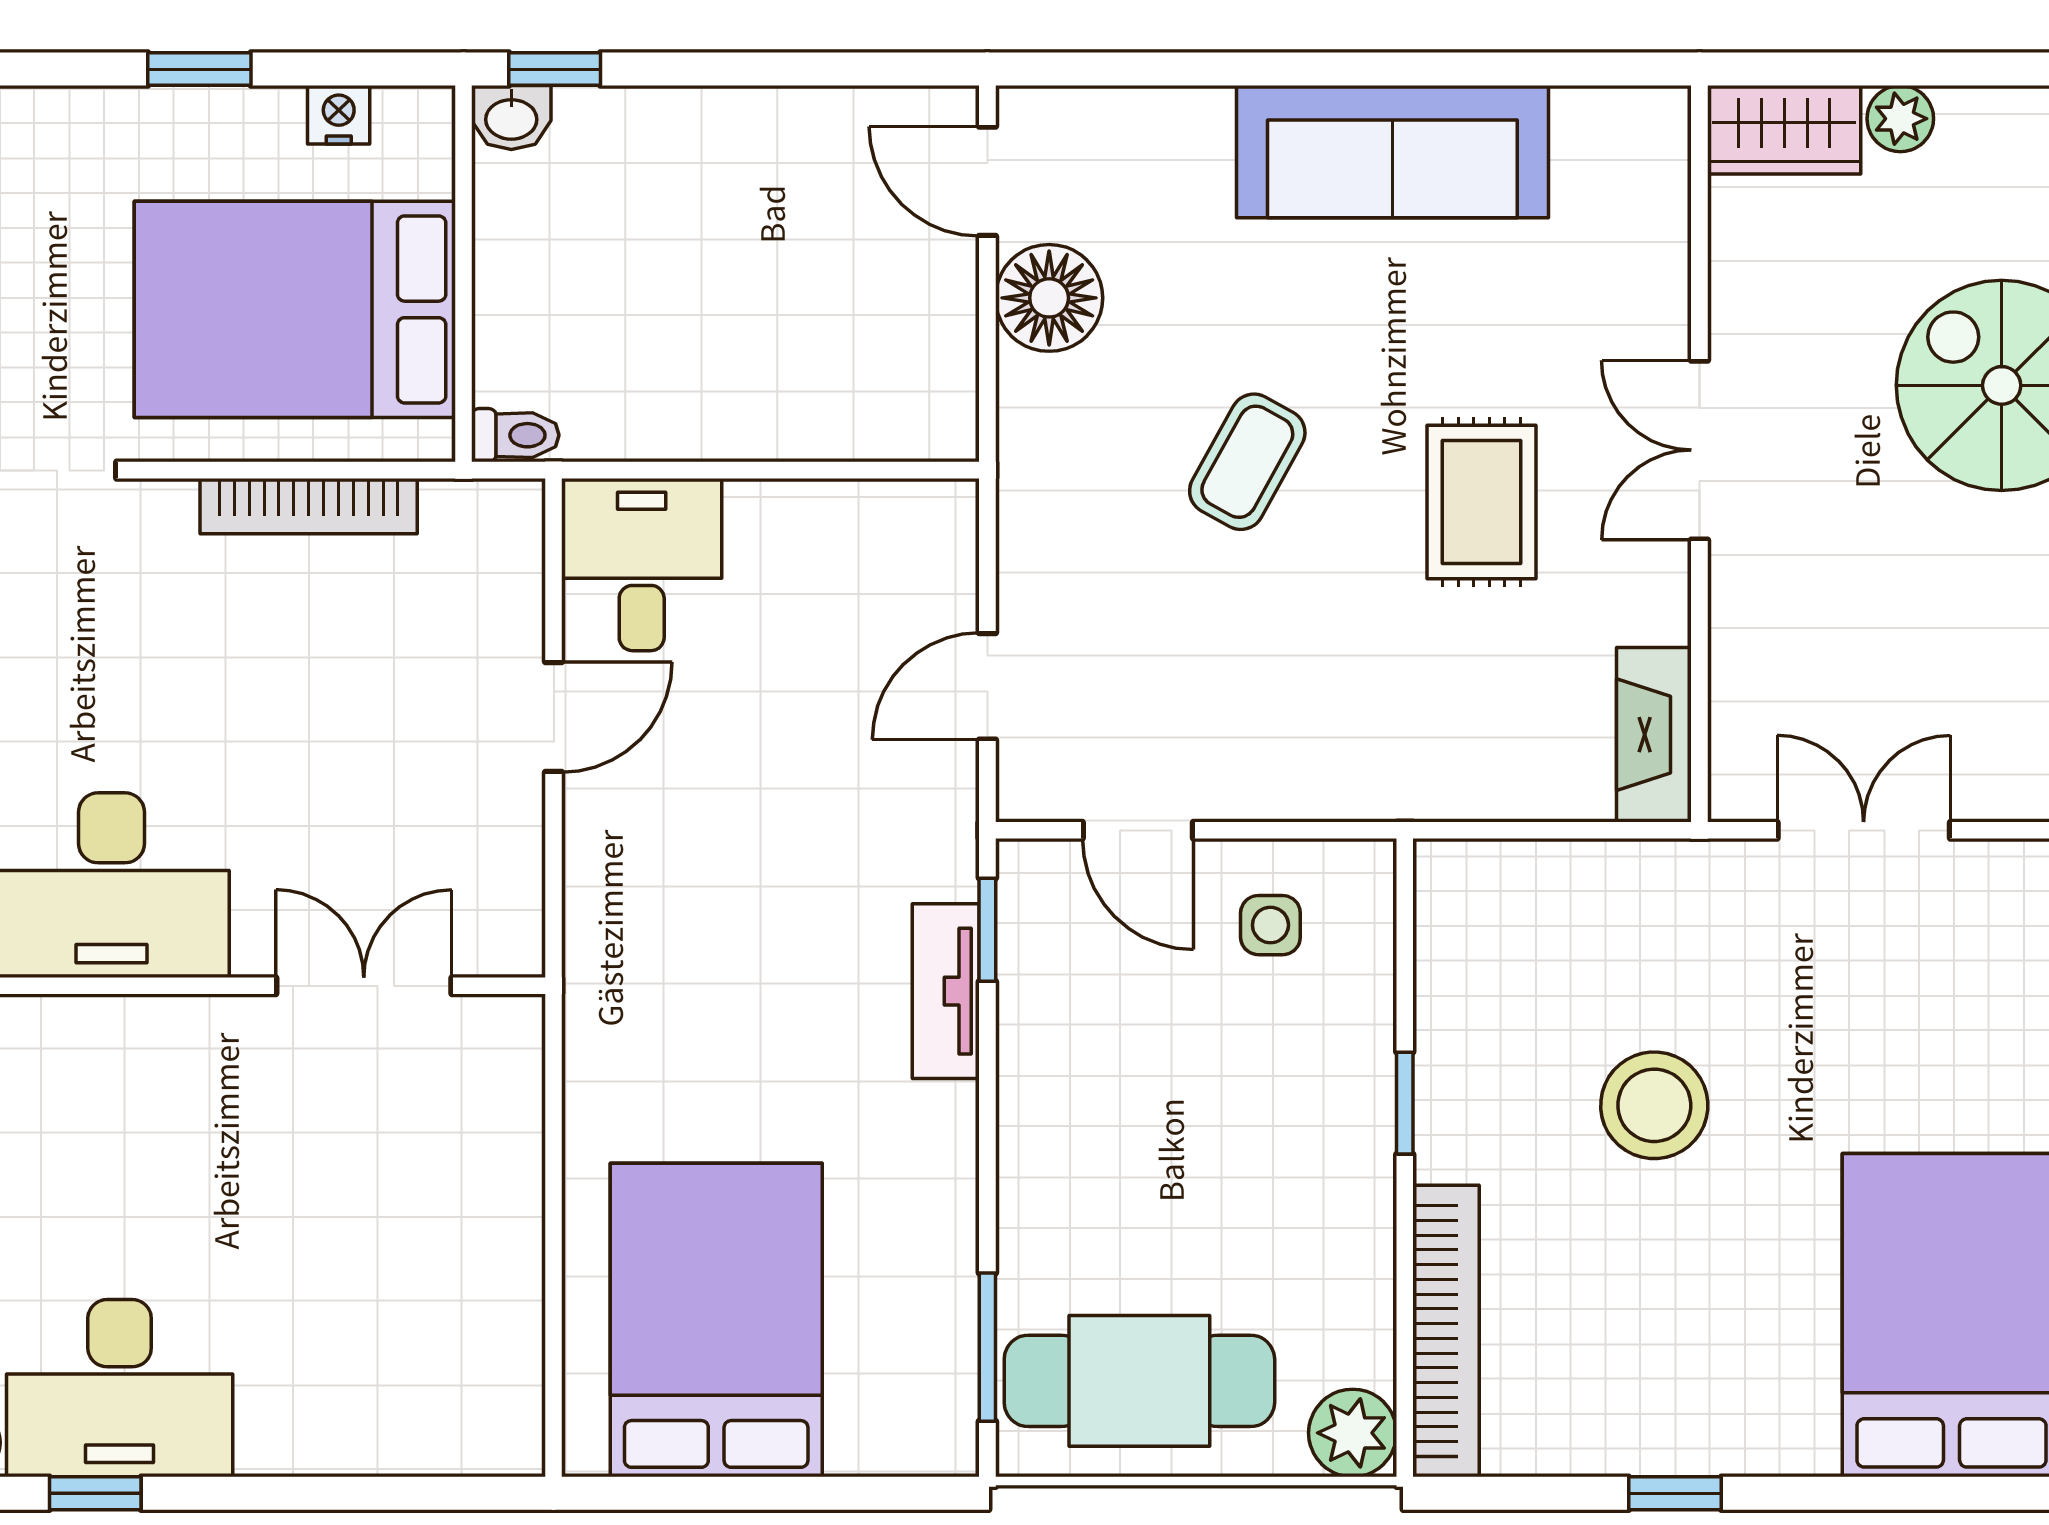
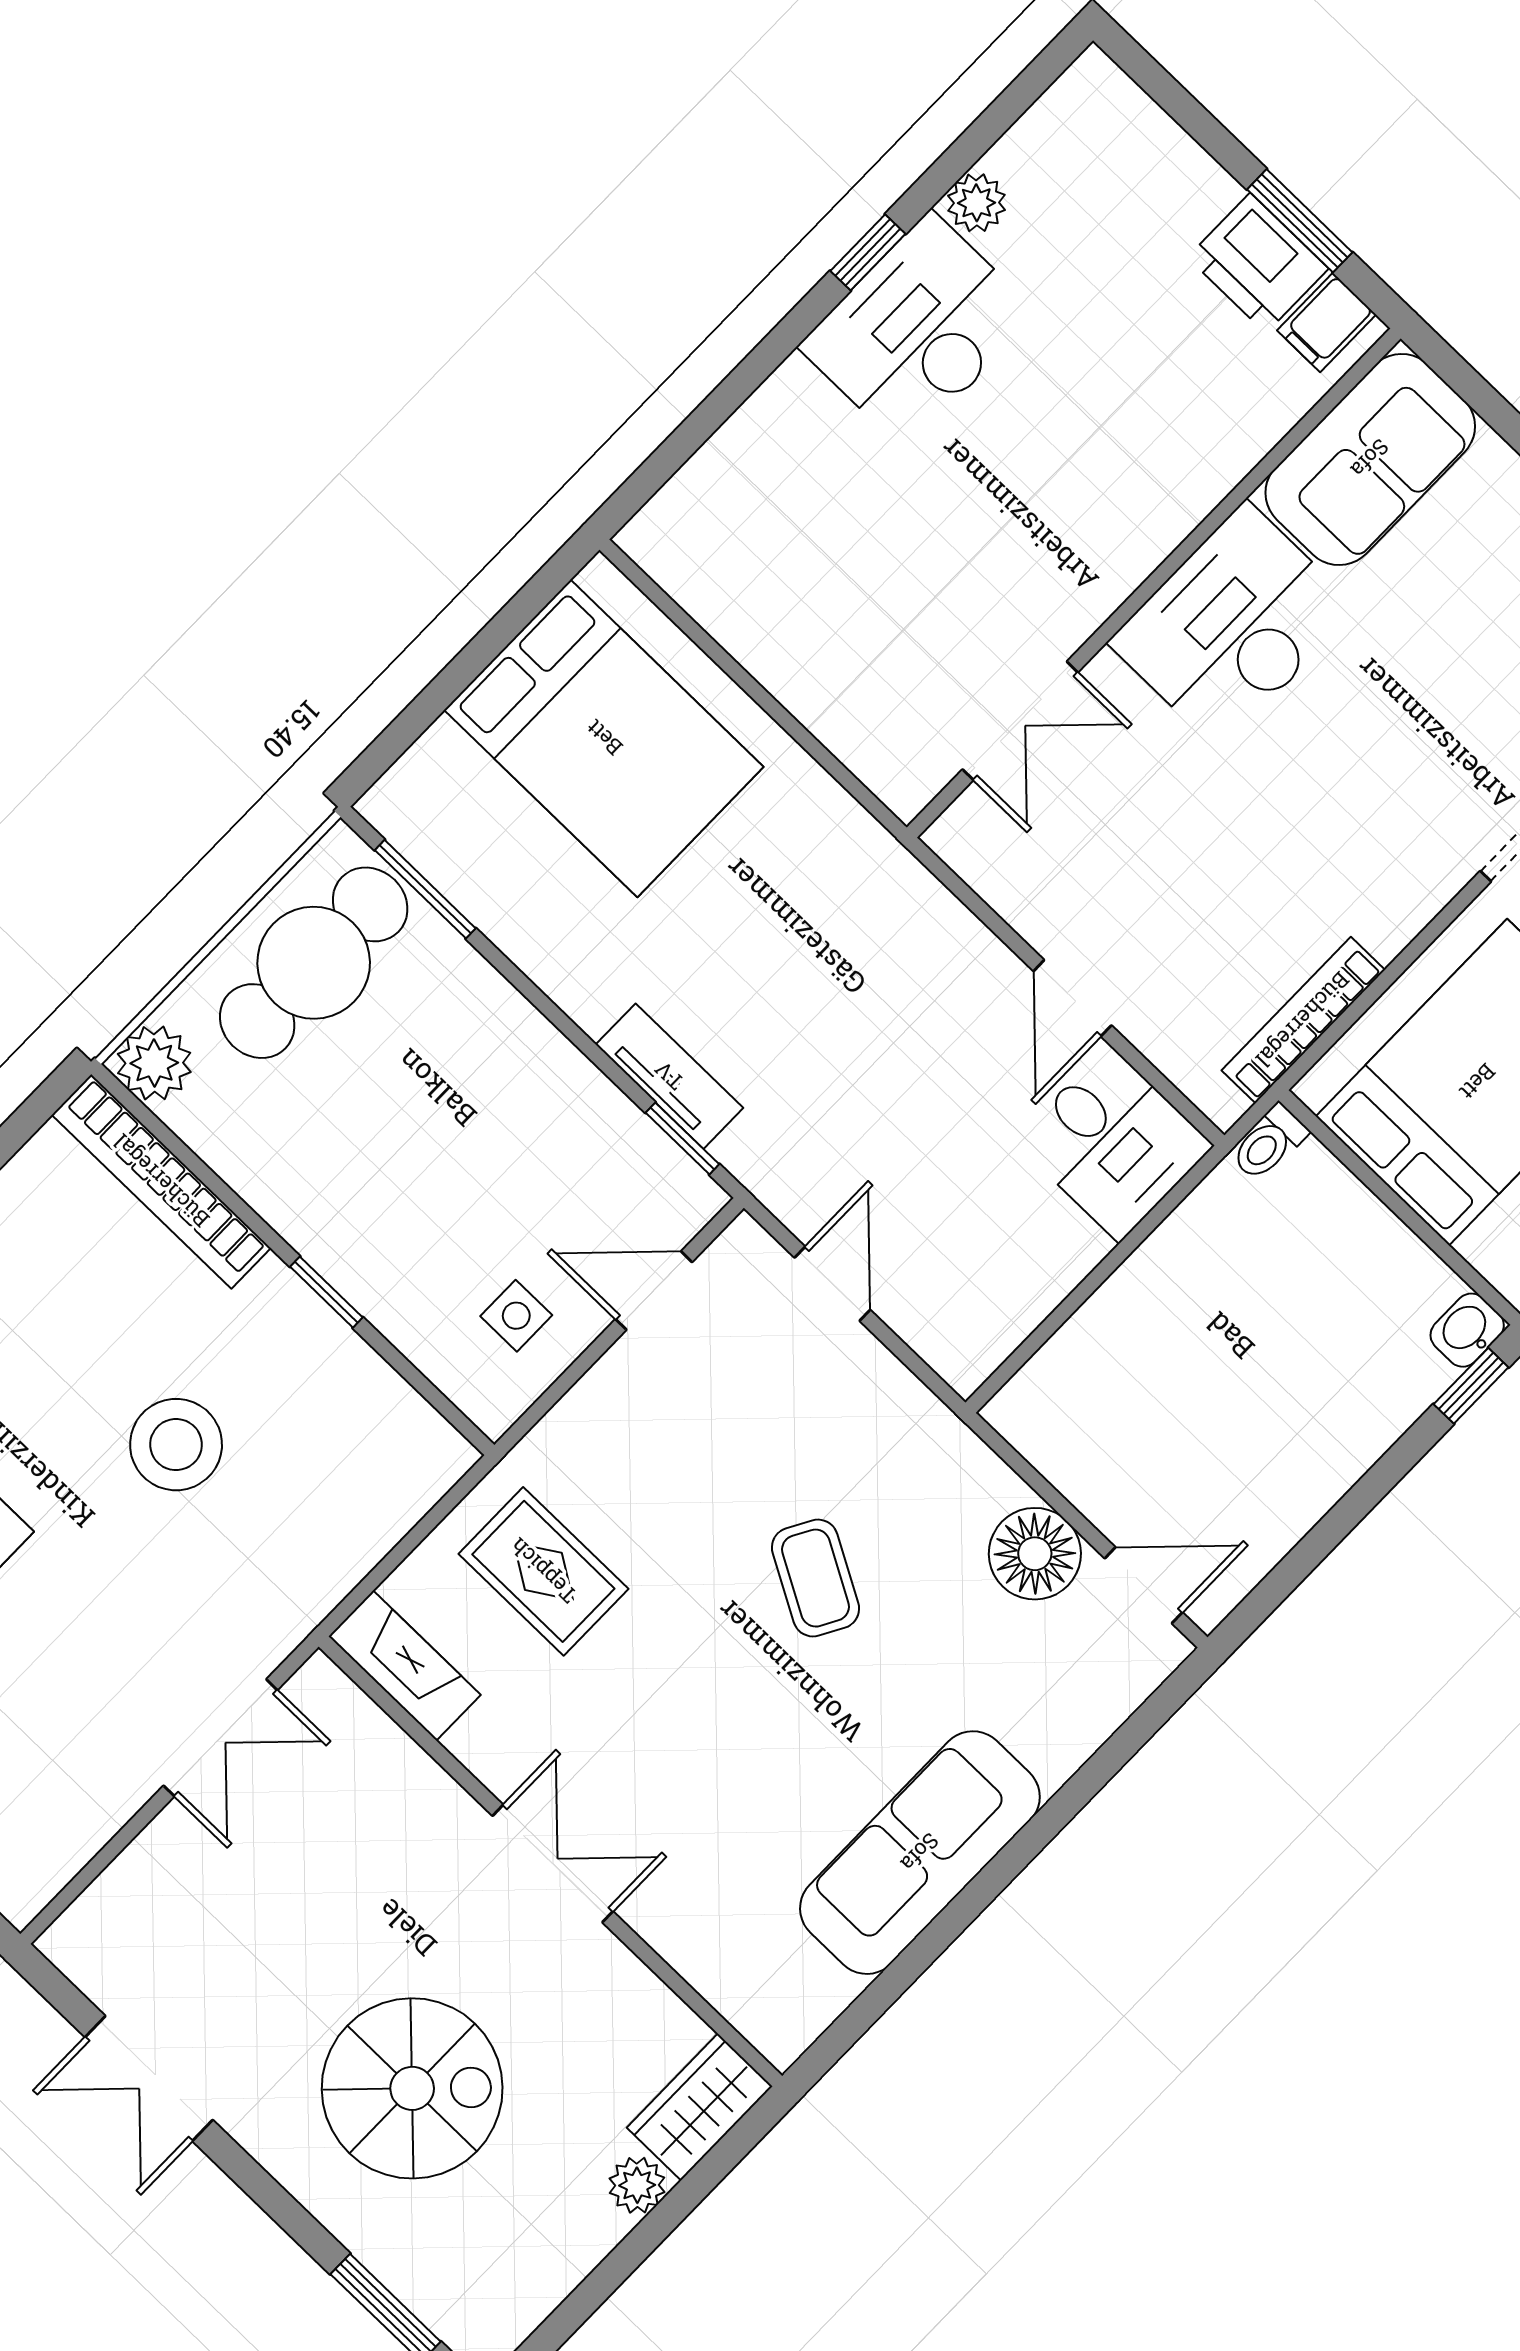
rug: (1482, 502) -> (543, 1571), moved
bookcase: (309, 506) -> (1303, 1020), moved

